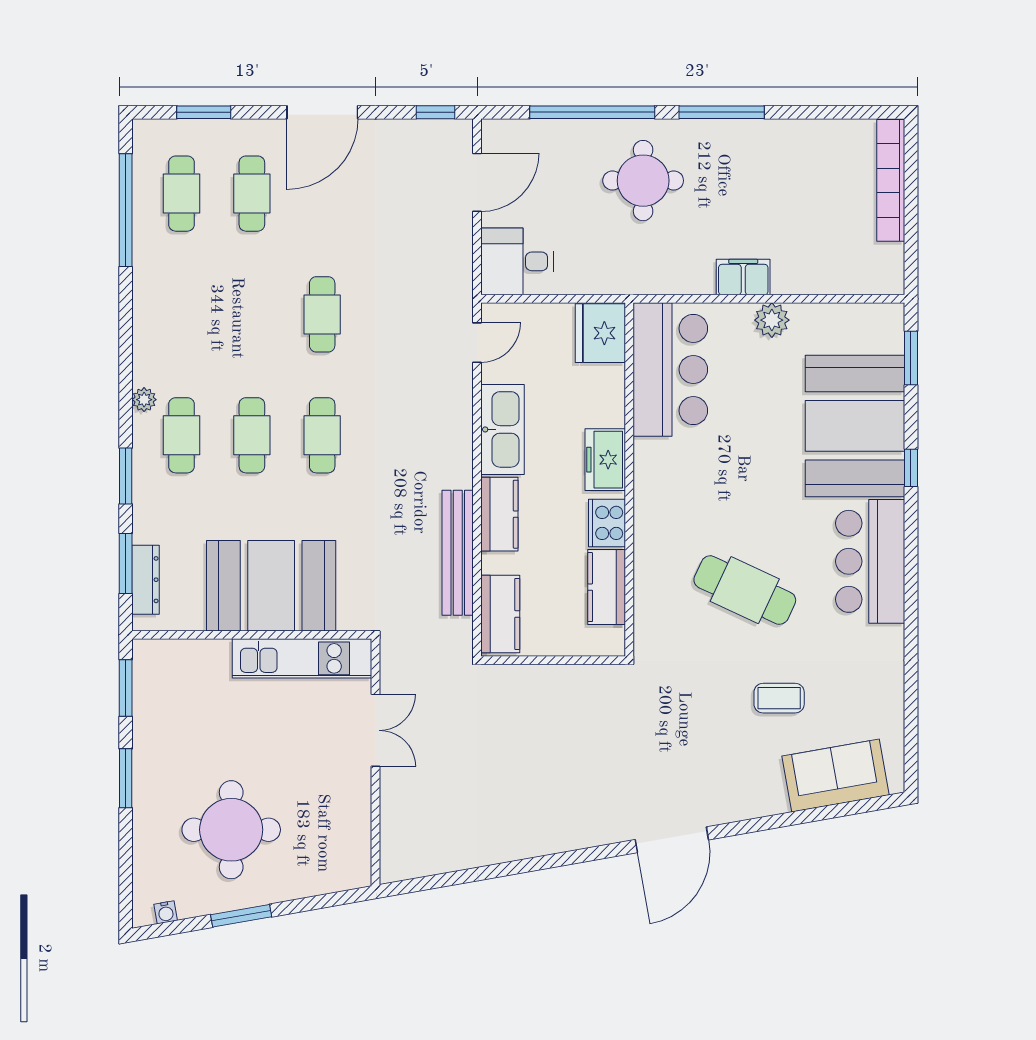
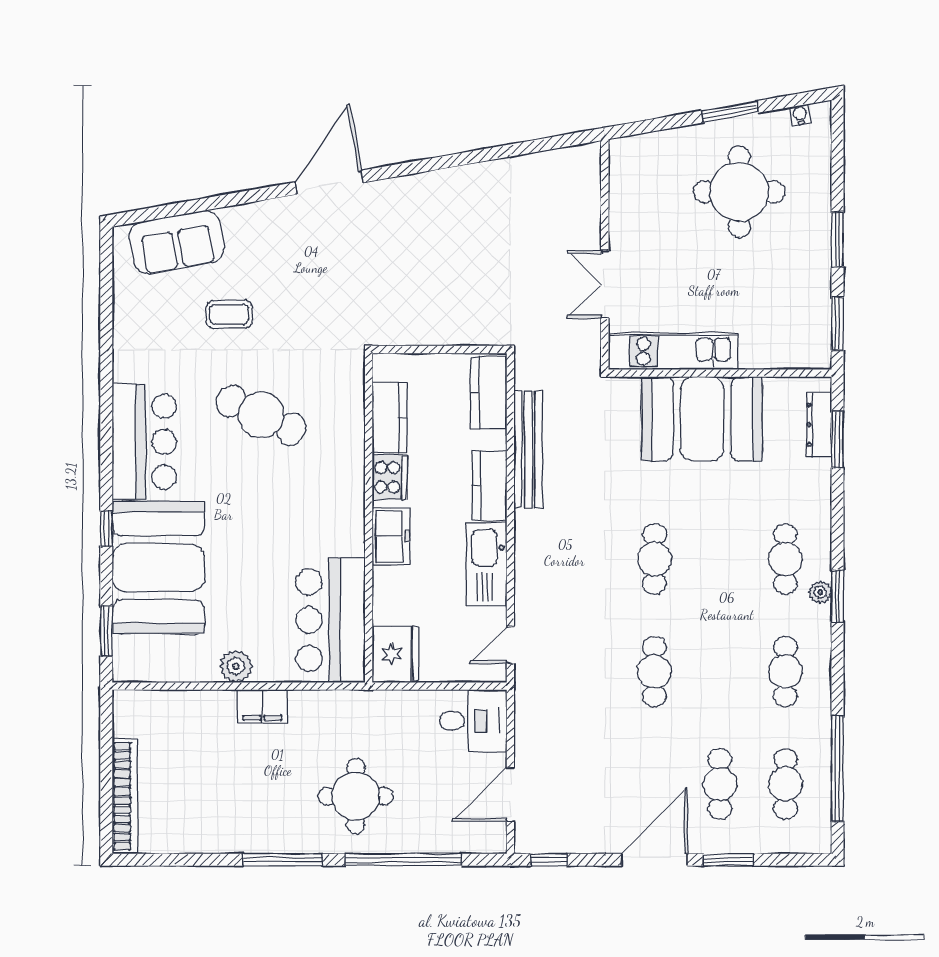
window: (204, 112) -> (728, 860), moved
cafe table: (252, 435) -> (785, 672), moved
window: (126, 476) -> (837, 596), moved

